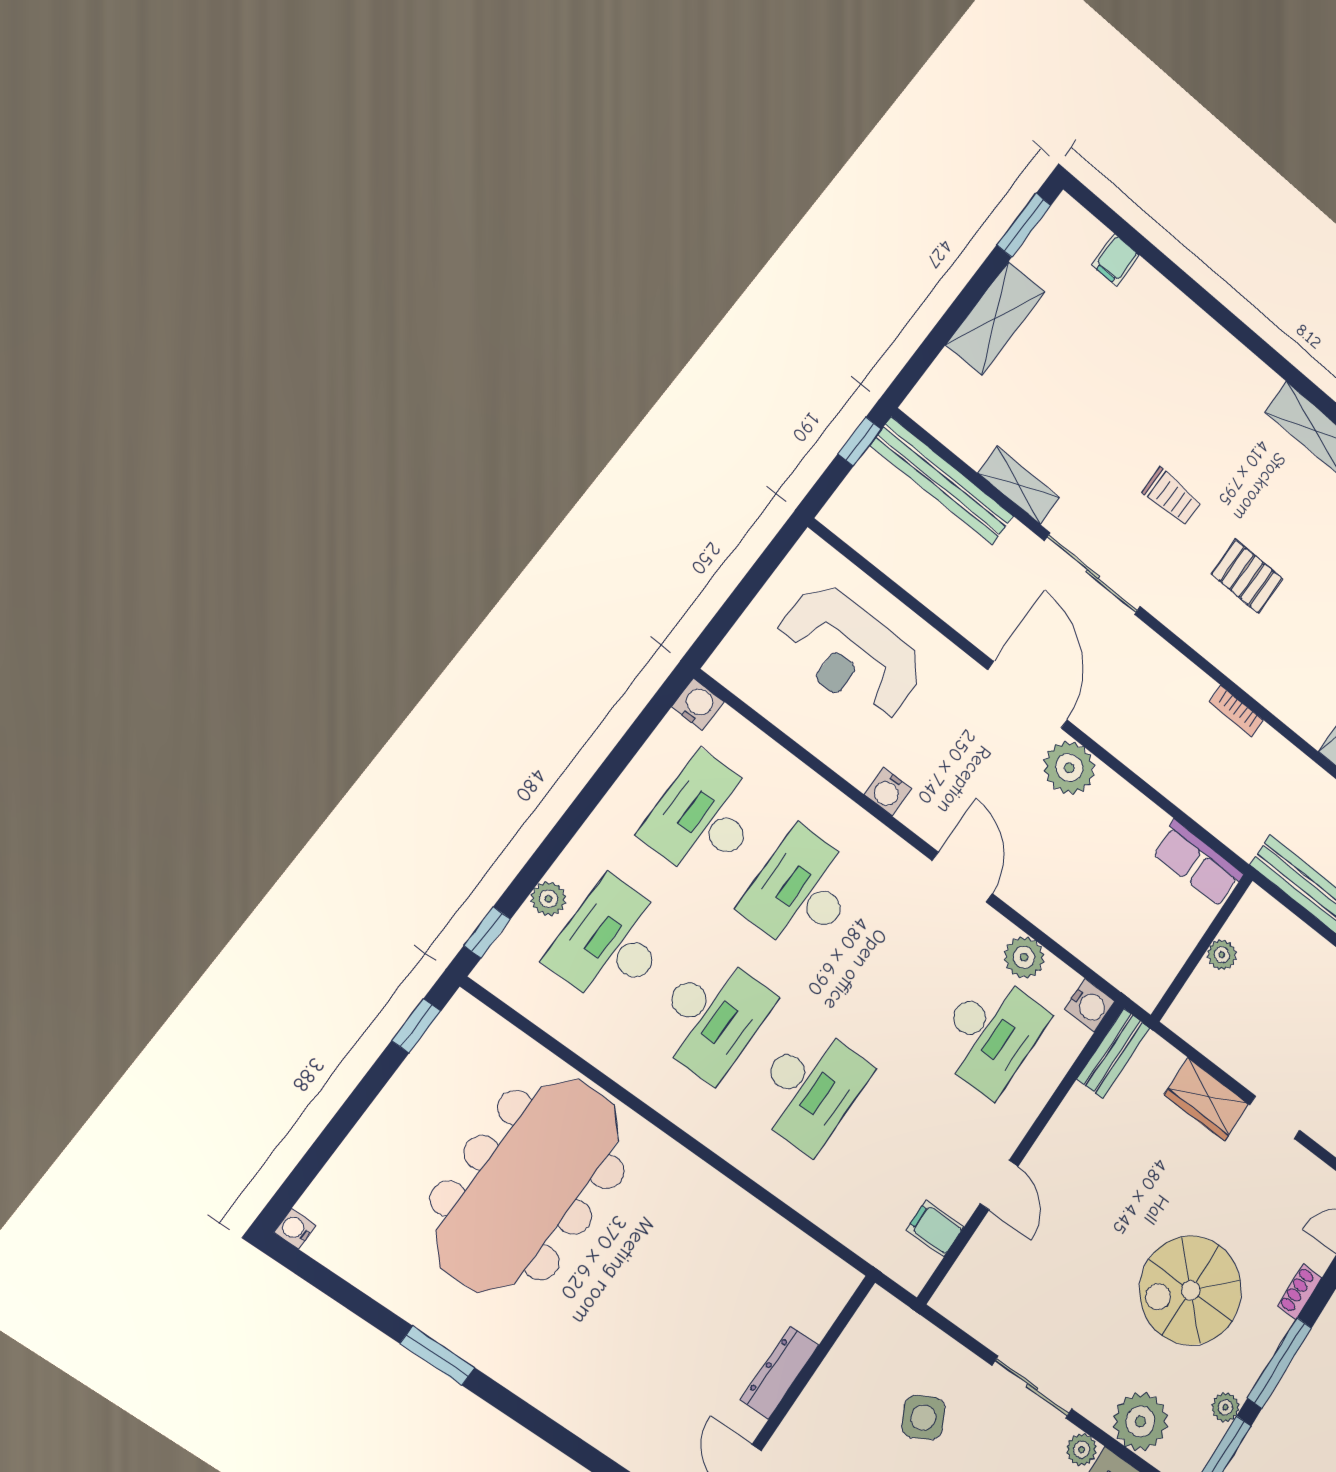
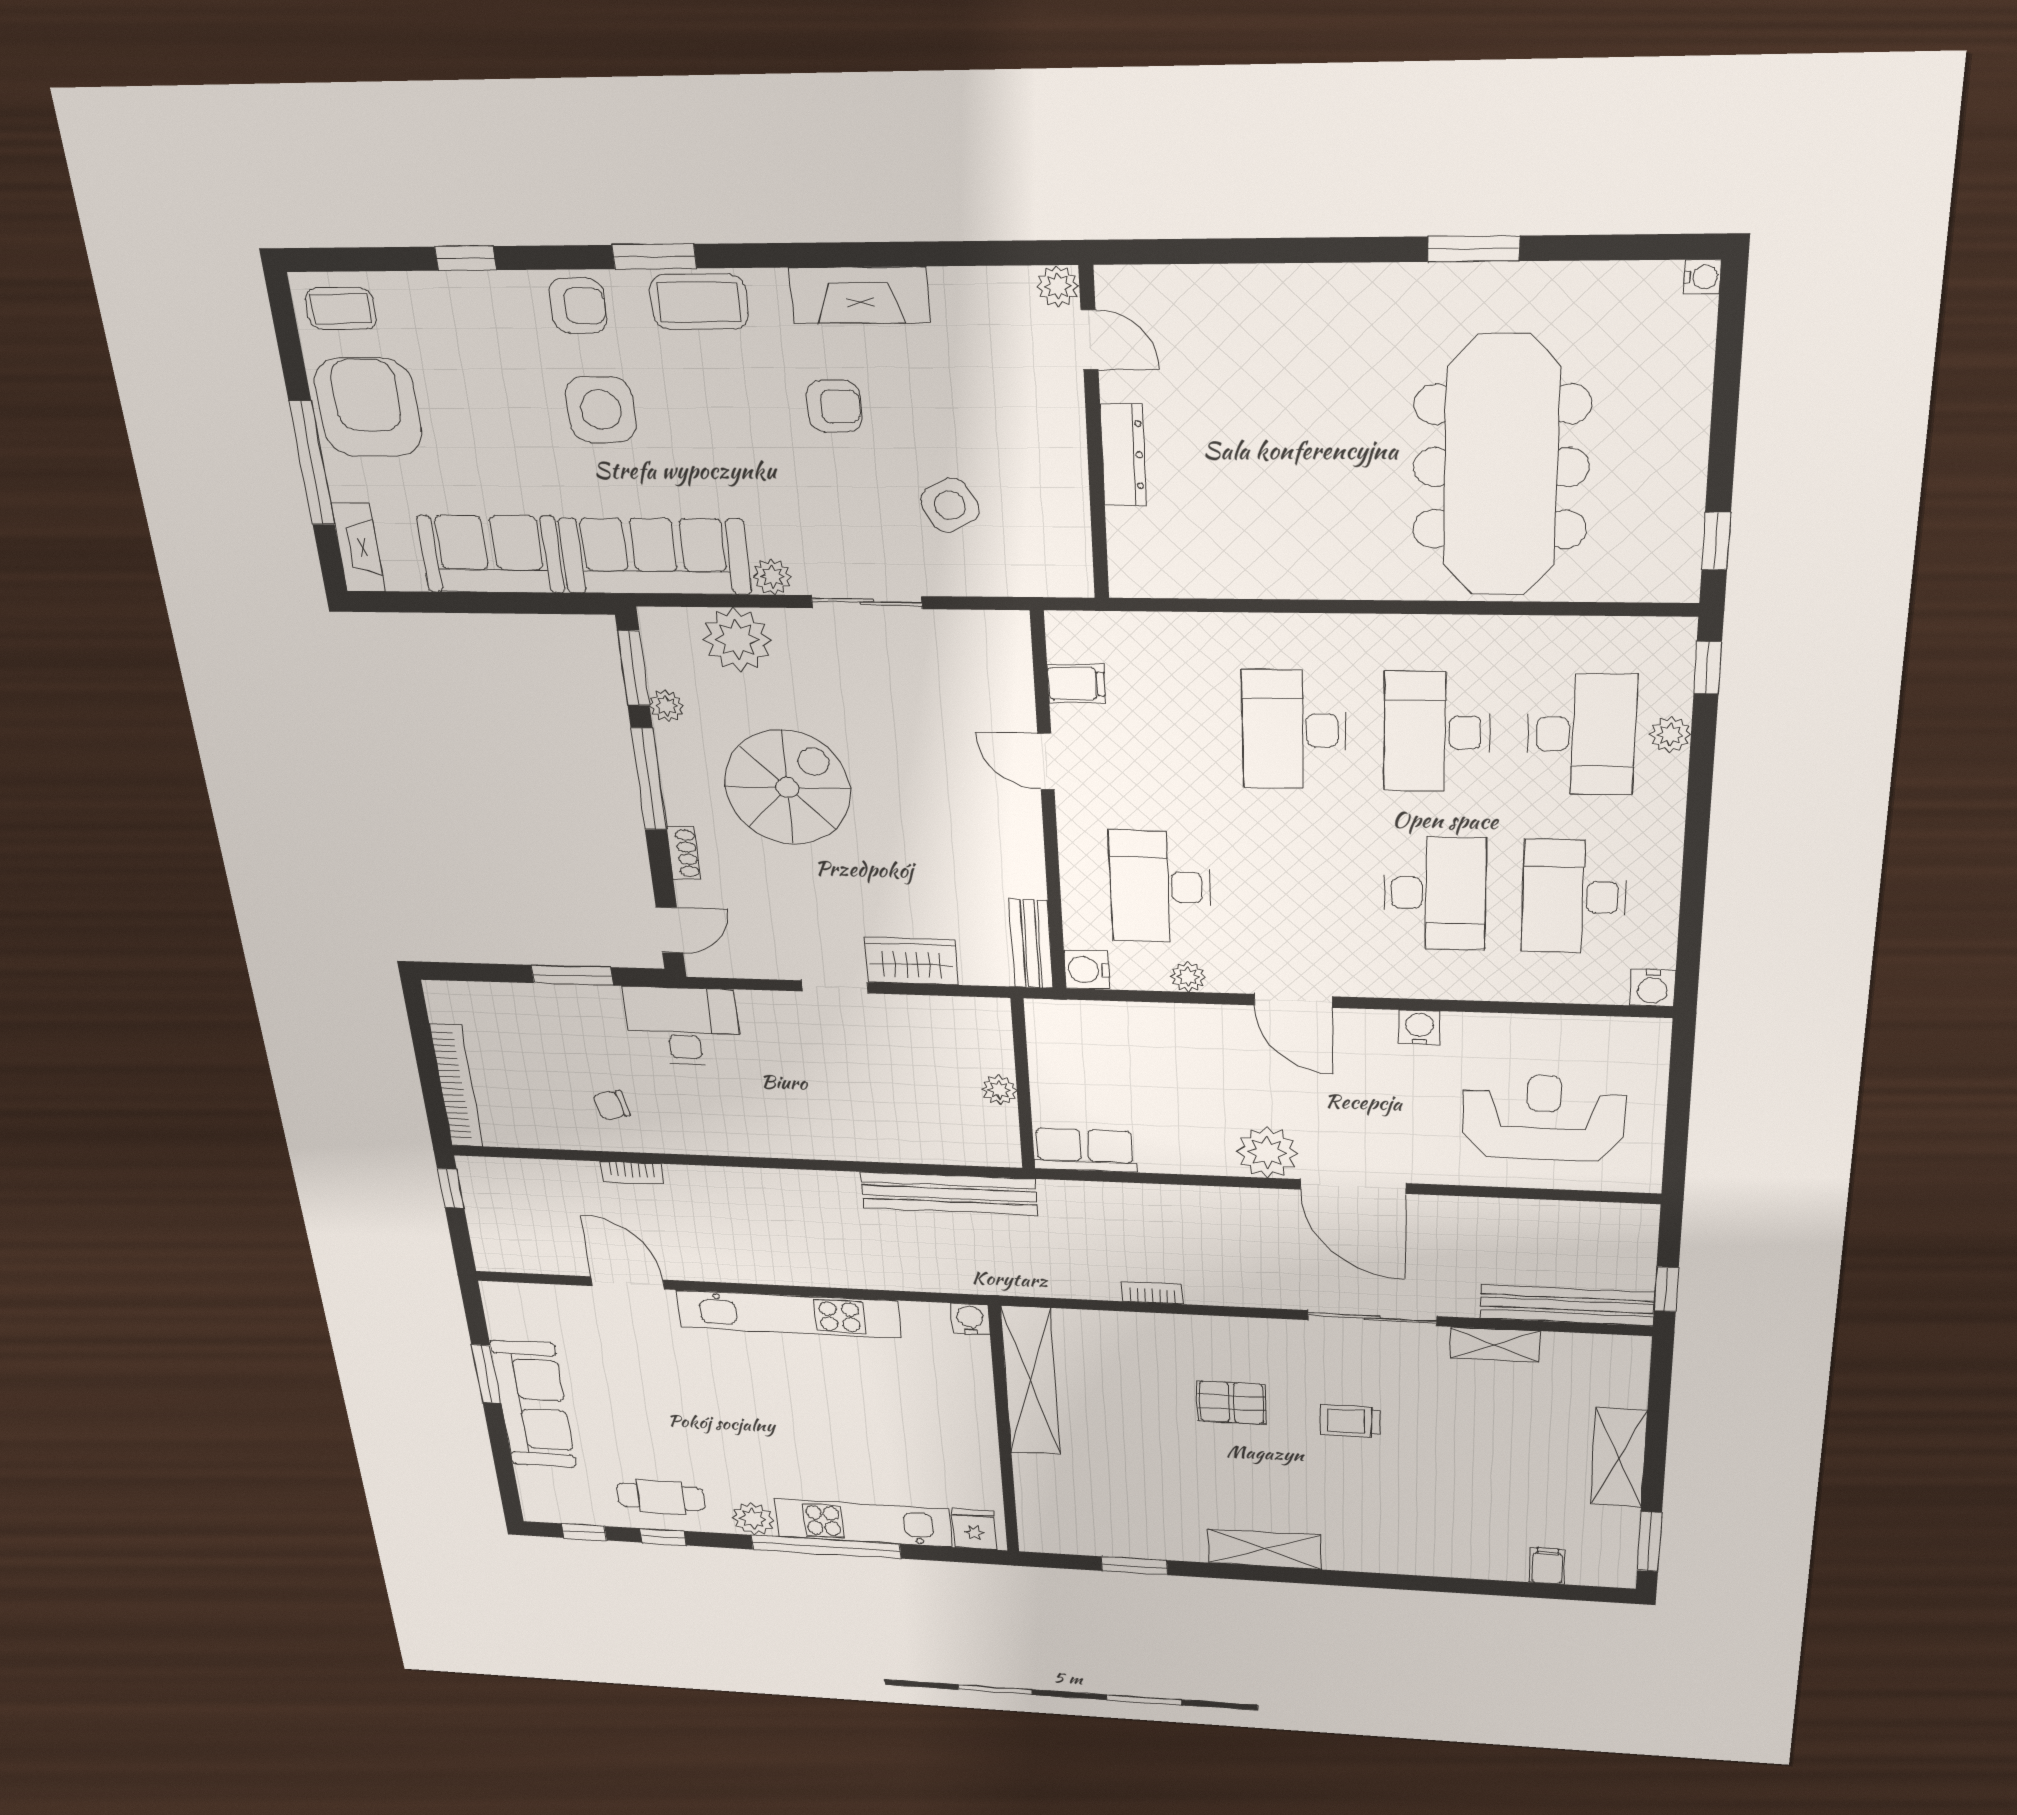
desk: (704, 818) -> (1574, 897), turned 180
plant: (1024, 957) -> (1188, 977), width x0.73, depth x0.73

